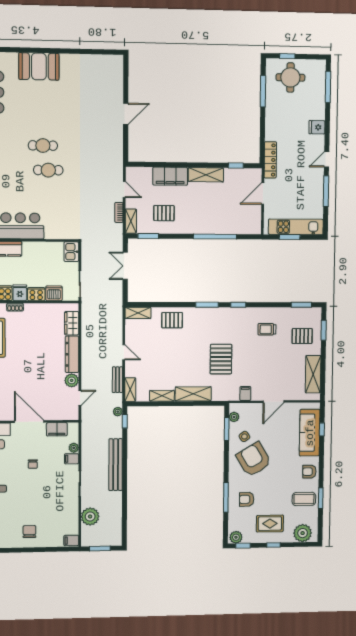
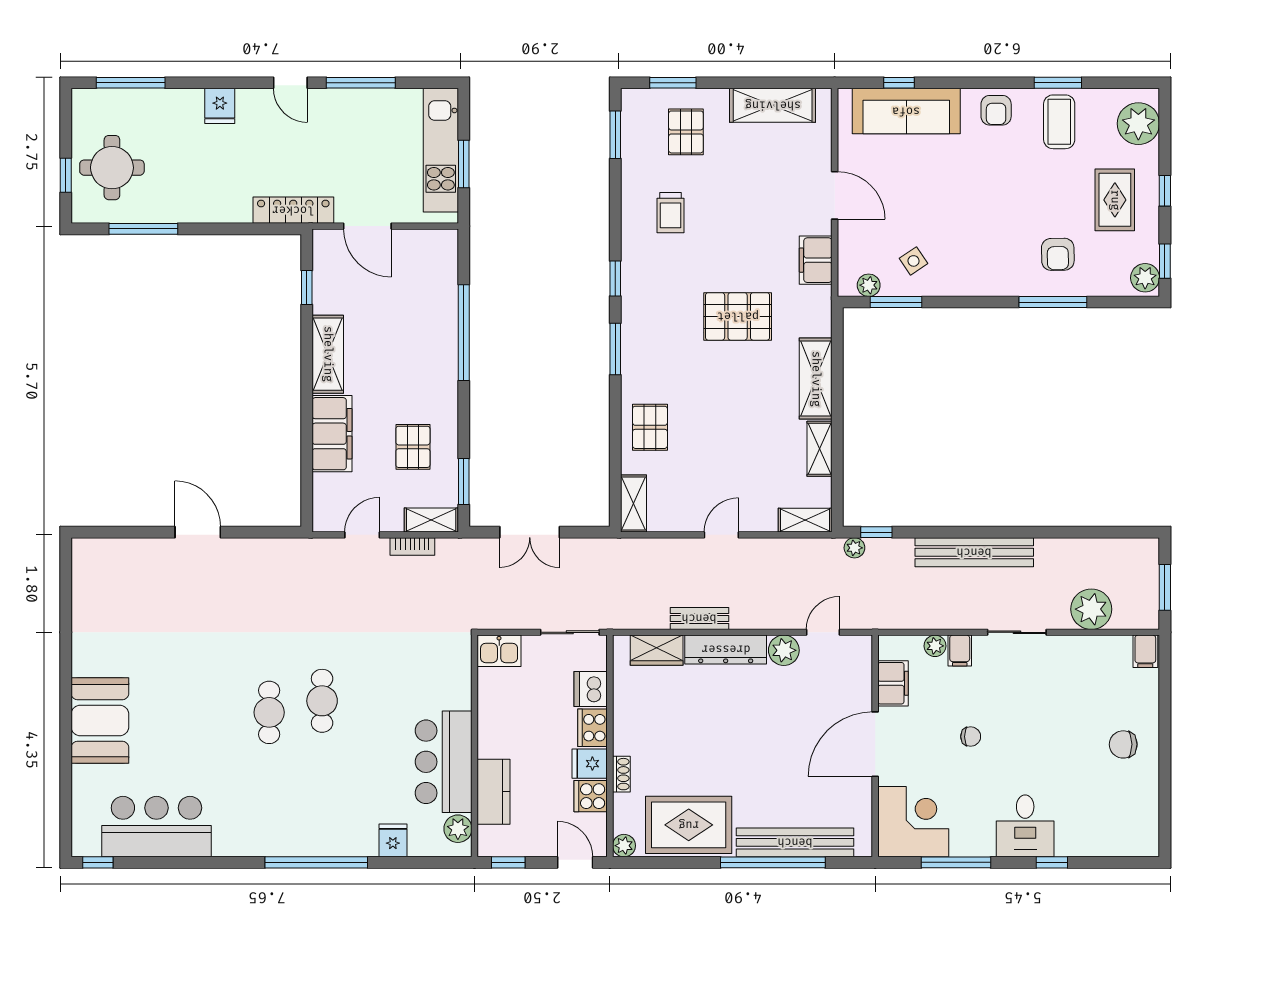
bench: (117, 380) -> (699, 618), moved
filing cabinet: (245, 394) -> (816, 260), width x2.00
door: (80, 398) -> (823, 632), hinge flipped
armchair: (254, 459) -> (966, 239), removed

